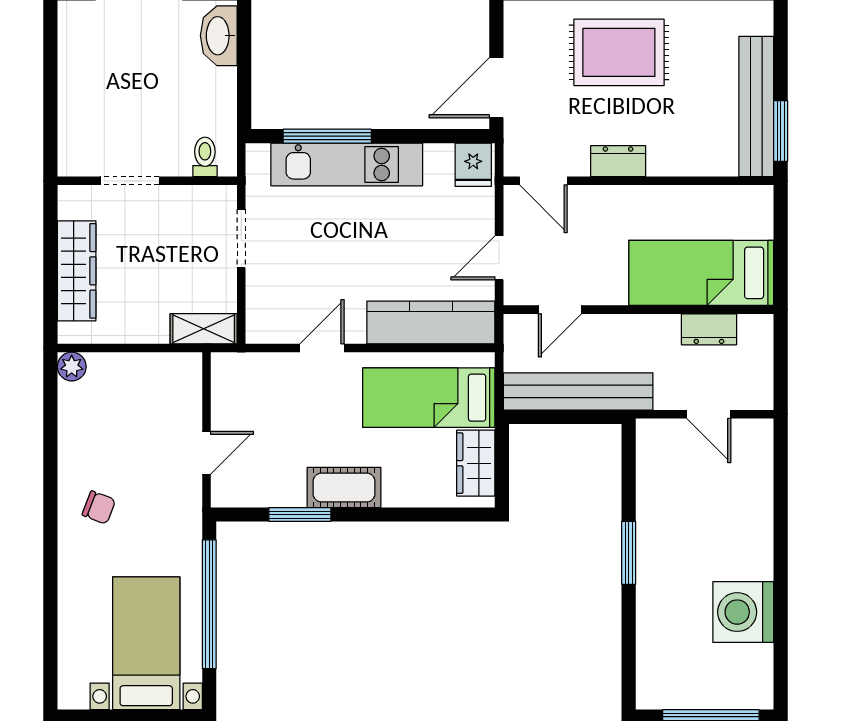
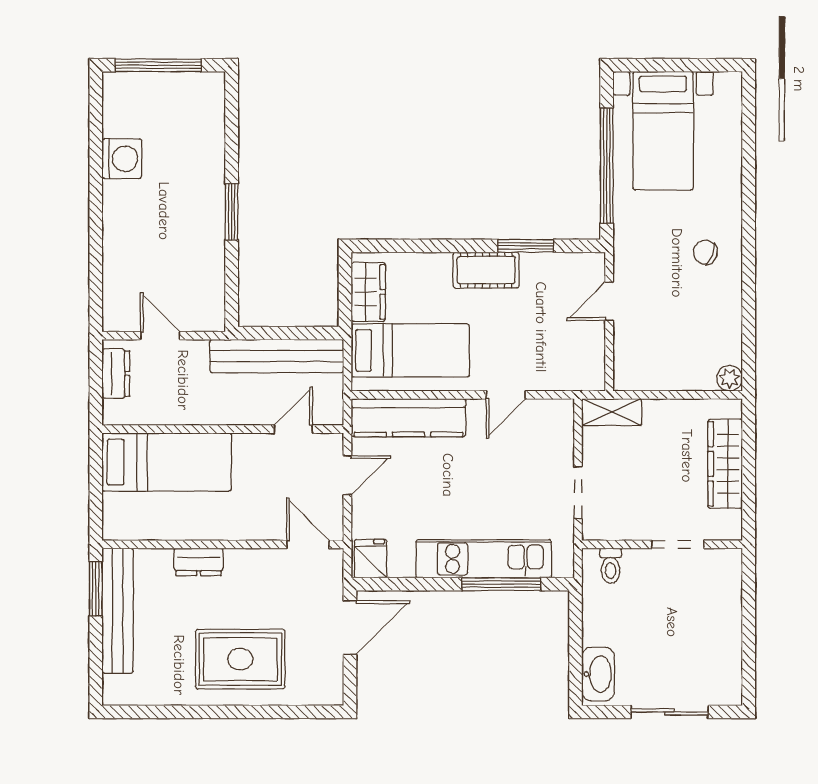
dresser: (618, 161) -> (199, 562), moved
dresser: (709, 329) -> (116, 374), moved, turned 90
washing machine: (743, 612) -> (122, 159), width x0.73, depth x0.73

